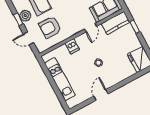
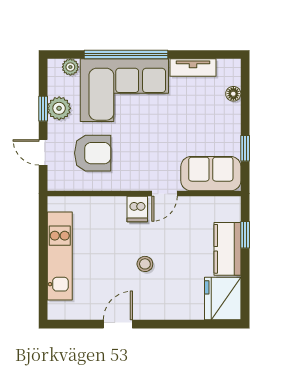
kitchen counter: (116, 23) -> (228, 249), moved, turned 90
armchair: (50, 27) -> (93, 153), turned 180
dishwasher: (72, 46) -> (137, 209), moved

